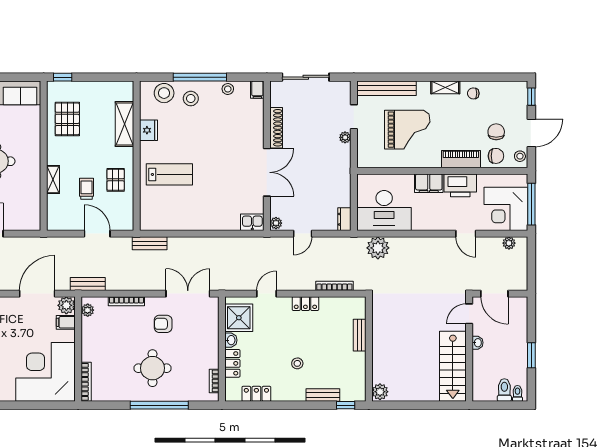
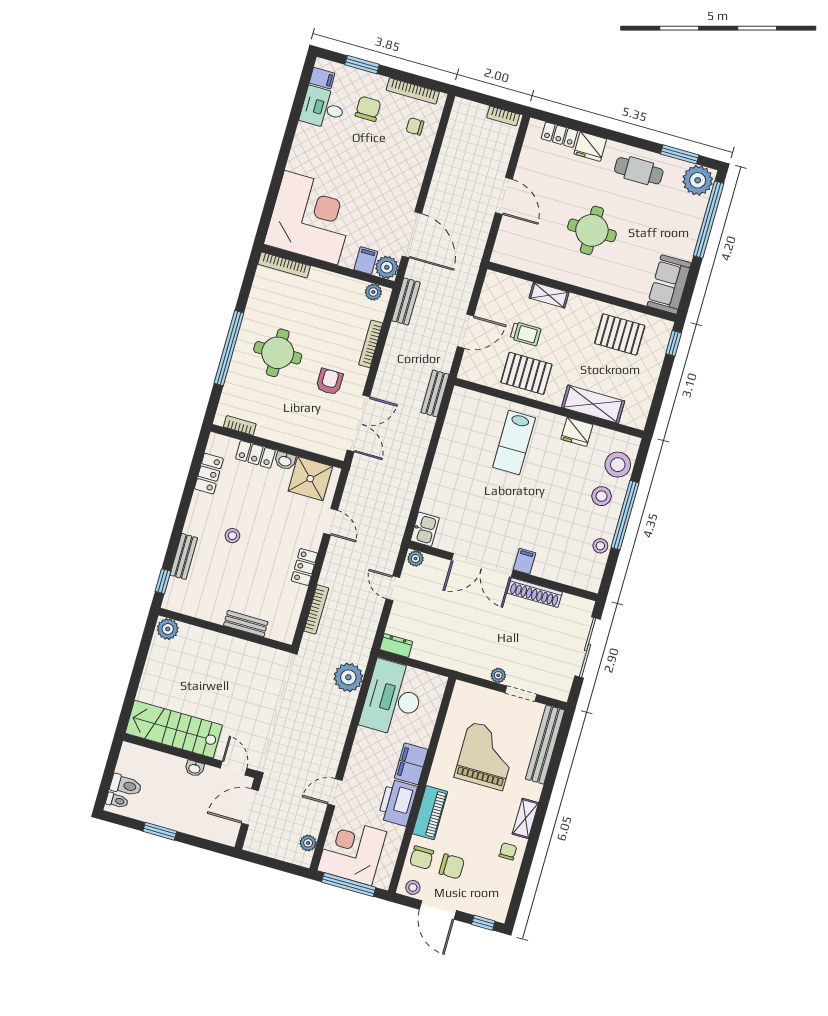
filing cabinet: (257, 90) -> (525, 561), moved, turned 90
grand piano: (407, 130) -> (486, 756), turned 180
pallet: (116, 180) -> (526, 373), width x1.50, depth x1.42

